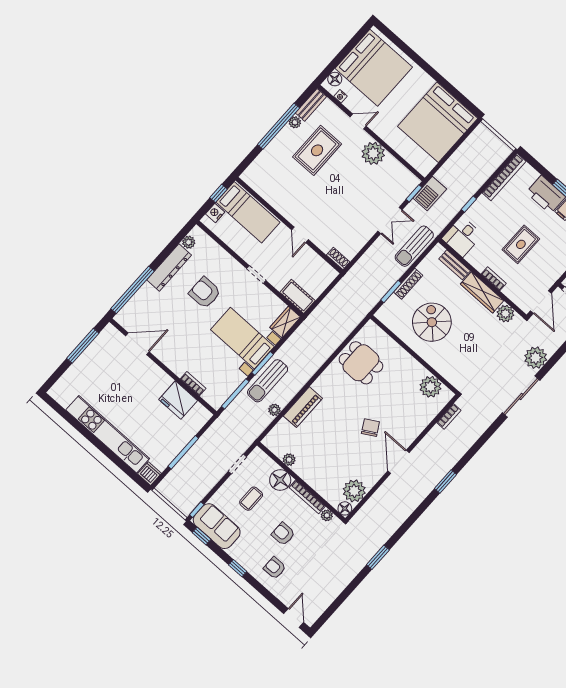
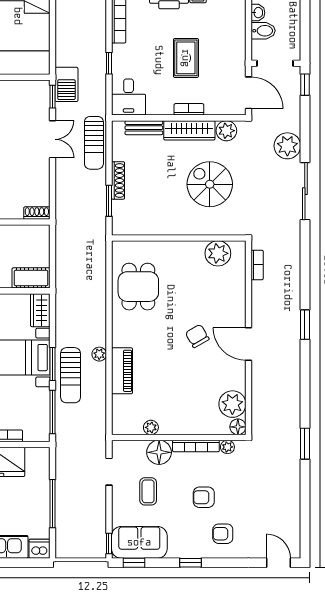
spiral stairs: (432, 322) -> (210, 184), moved
dining table: (361, 363) -> (138, 287), turned 90
plant: (274, 410) -> (99, 354), moved

